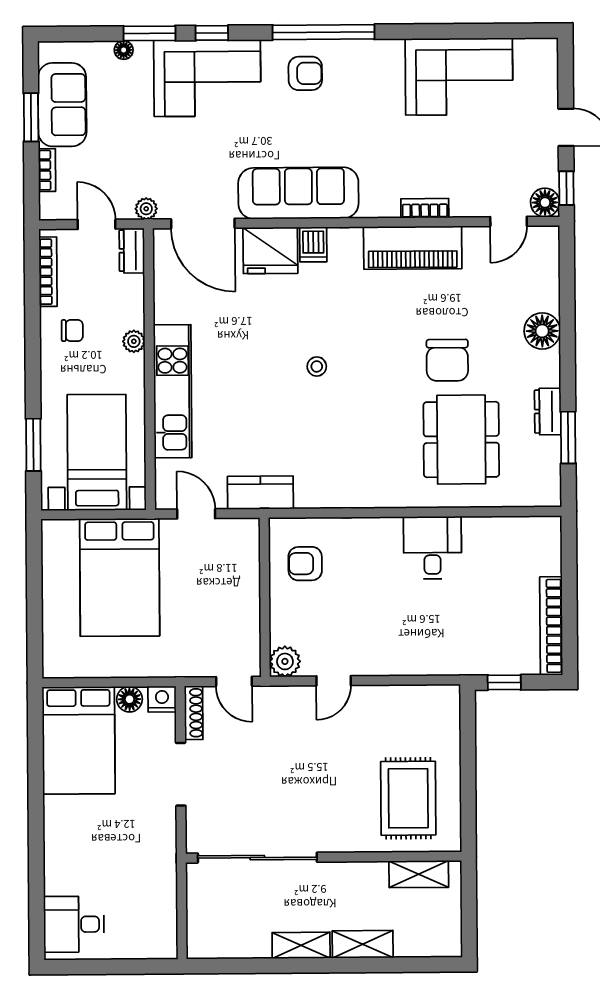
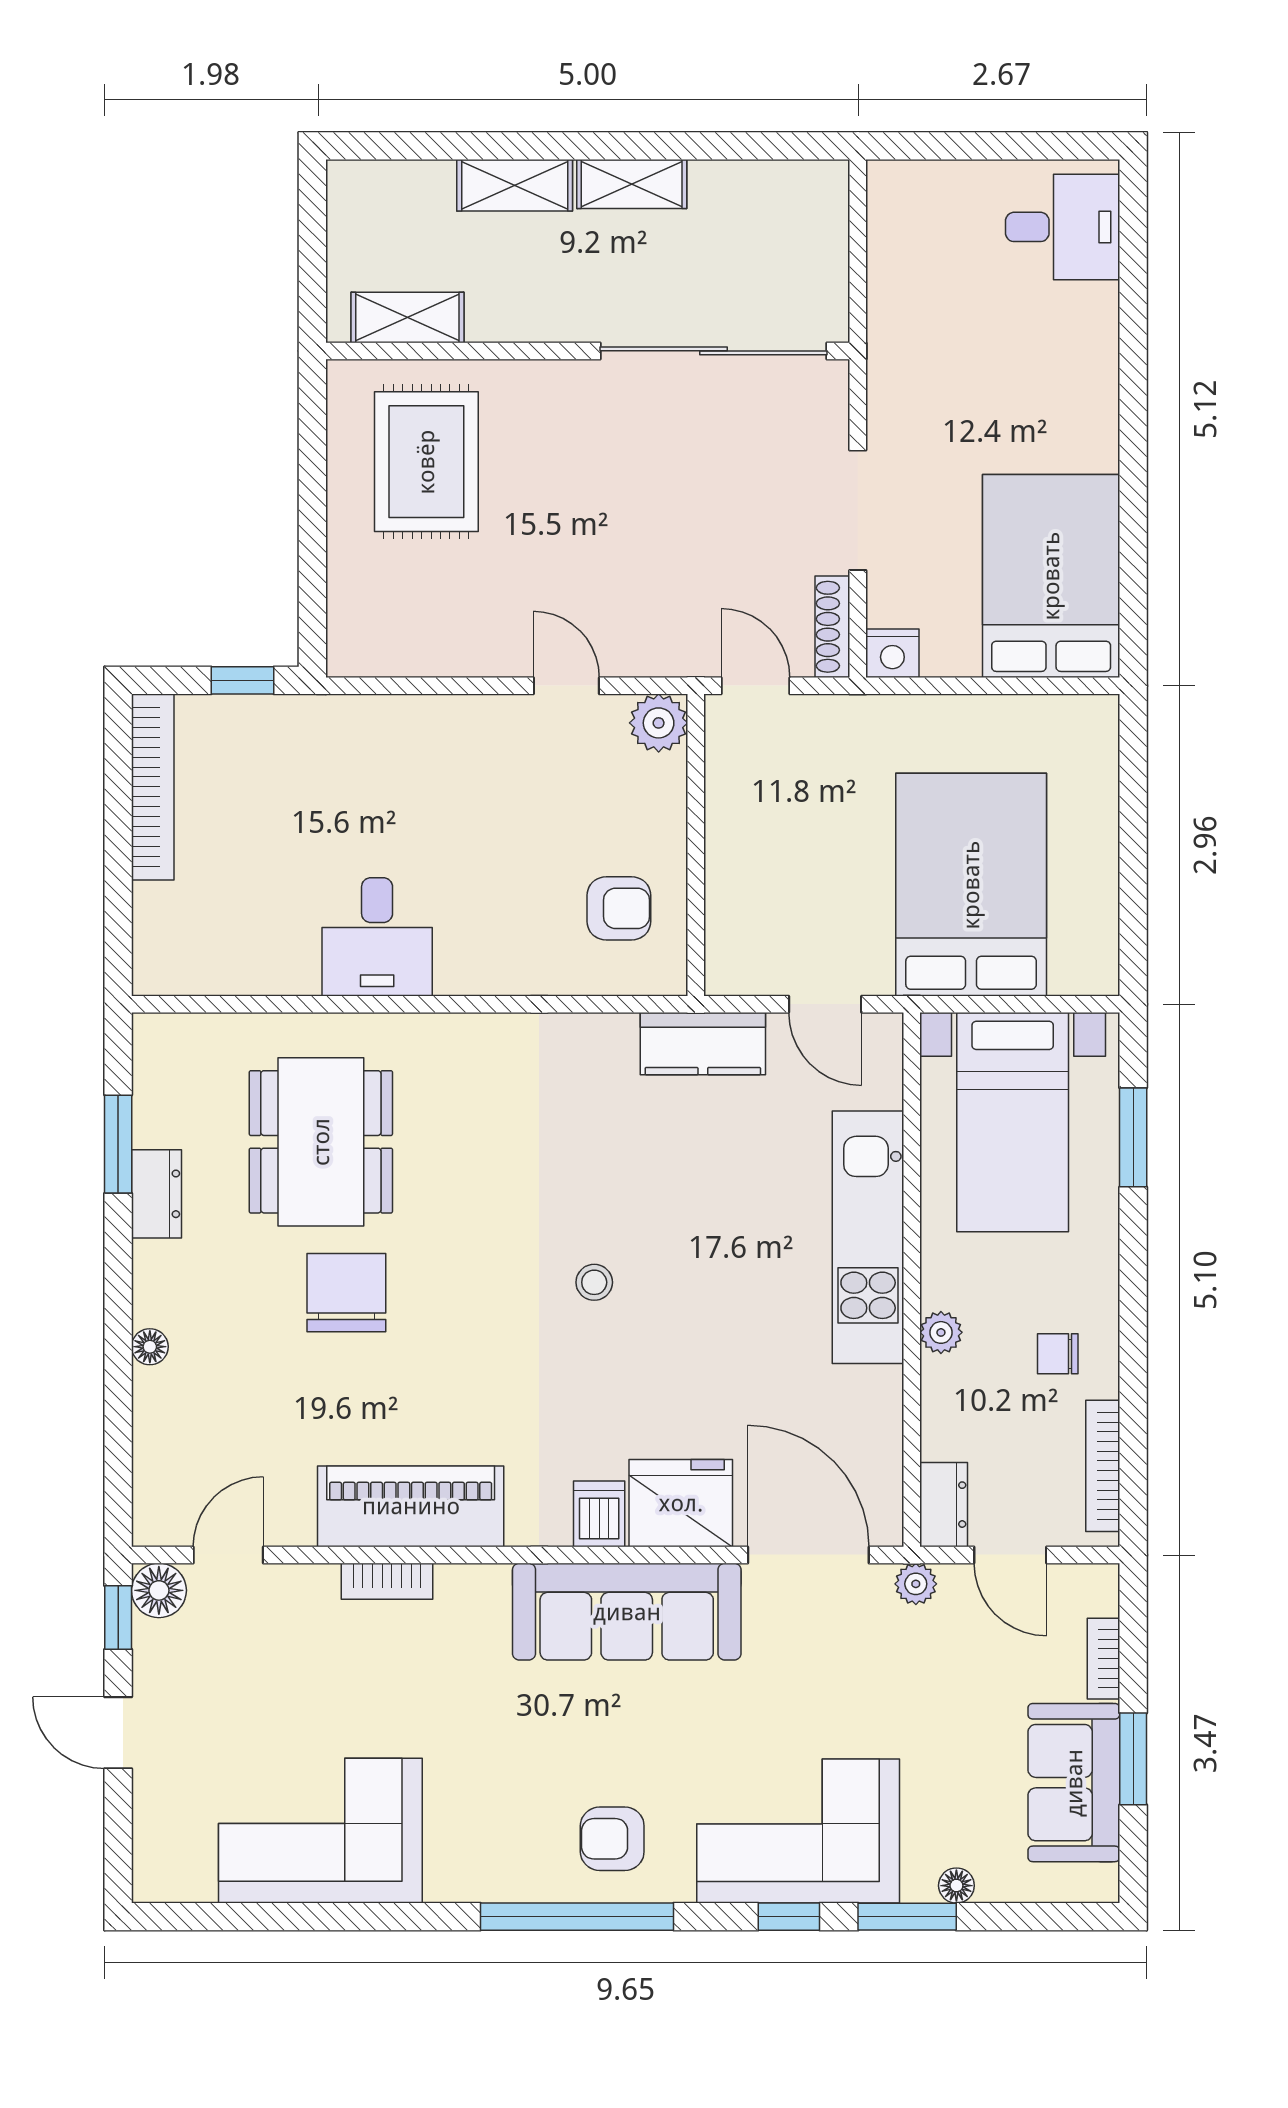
floor lamp: (542, 331) -> (150, 1347), width x0.53, depth x0.53
door: (334, 681) -> (566, 686), hinge flipped
floor lamp: (130, 699) -> (954, 653), removed

